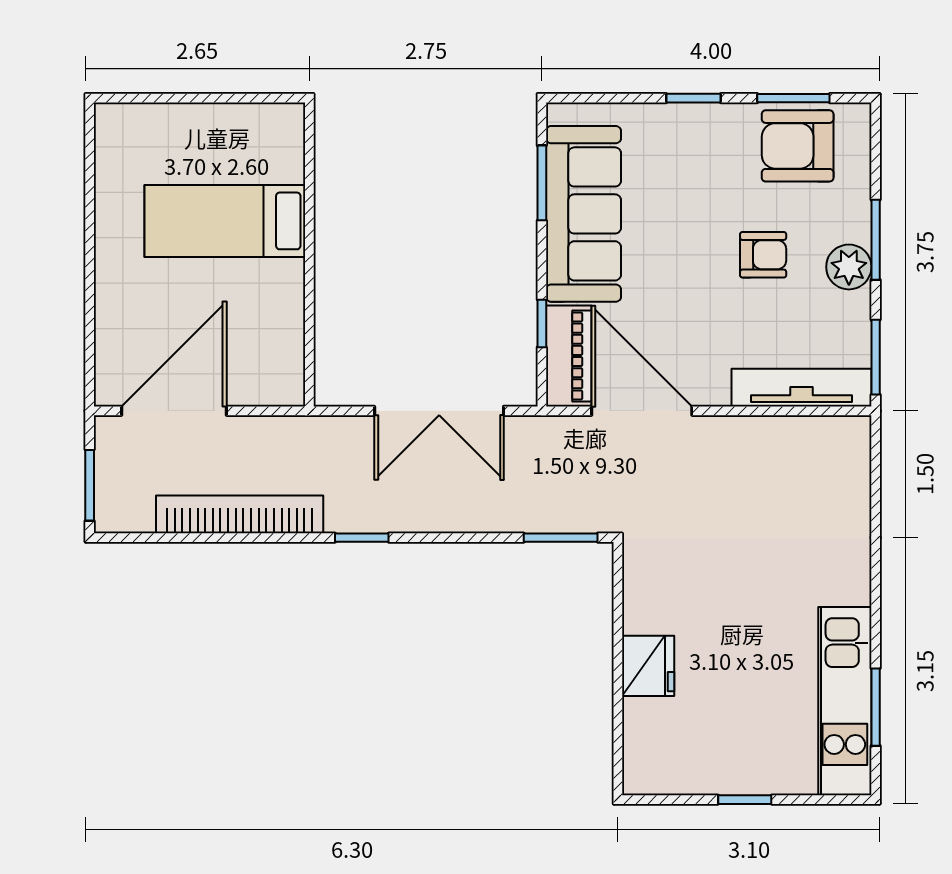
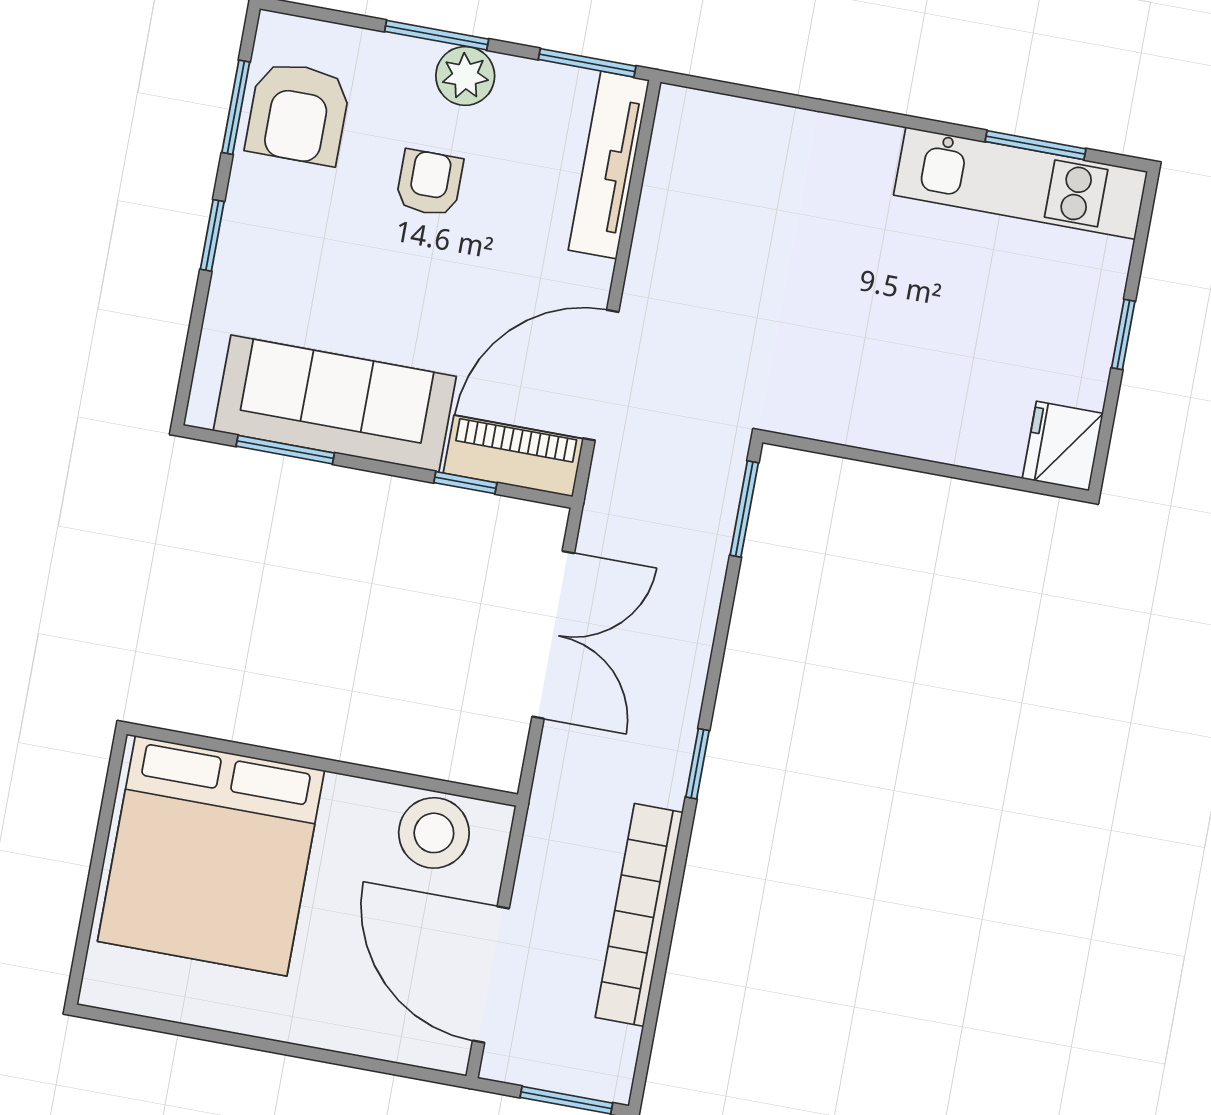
bed: (225, 221) -> (211, 856), width x2.04
stool: (273, 348) -> (434, 833), added
fridge: (648, 666) -> (1063, 446), moved, turned -90

